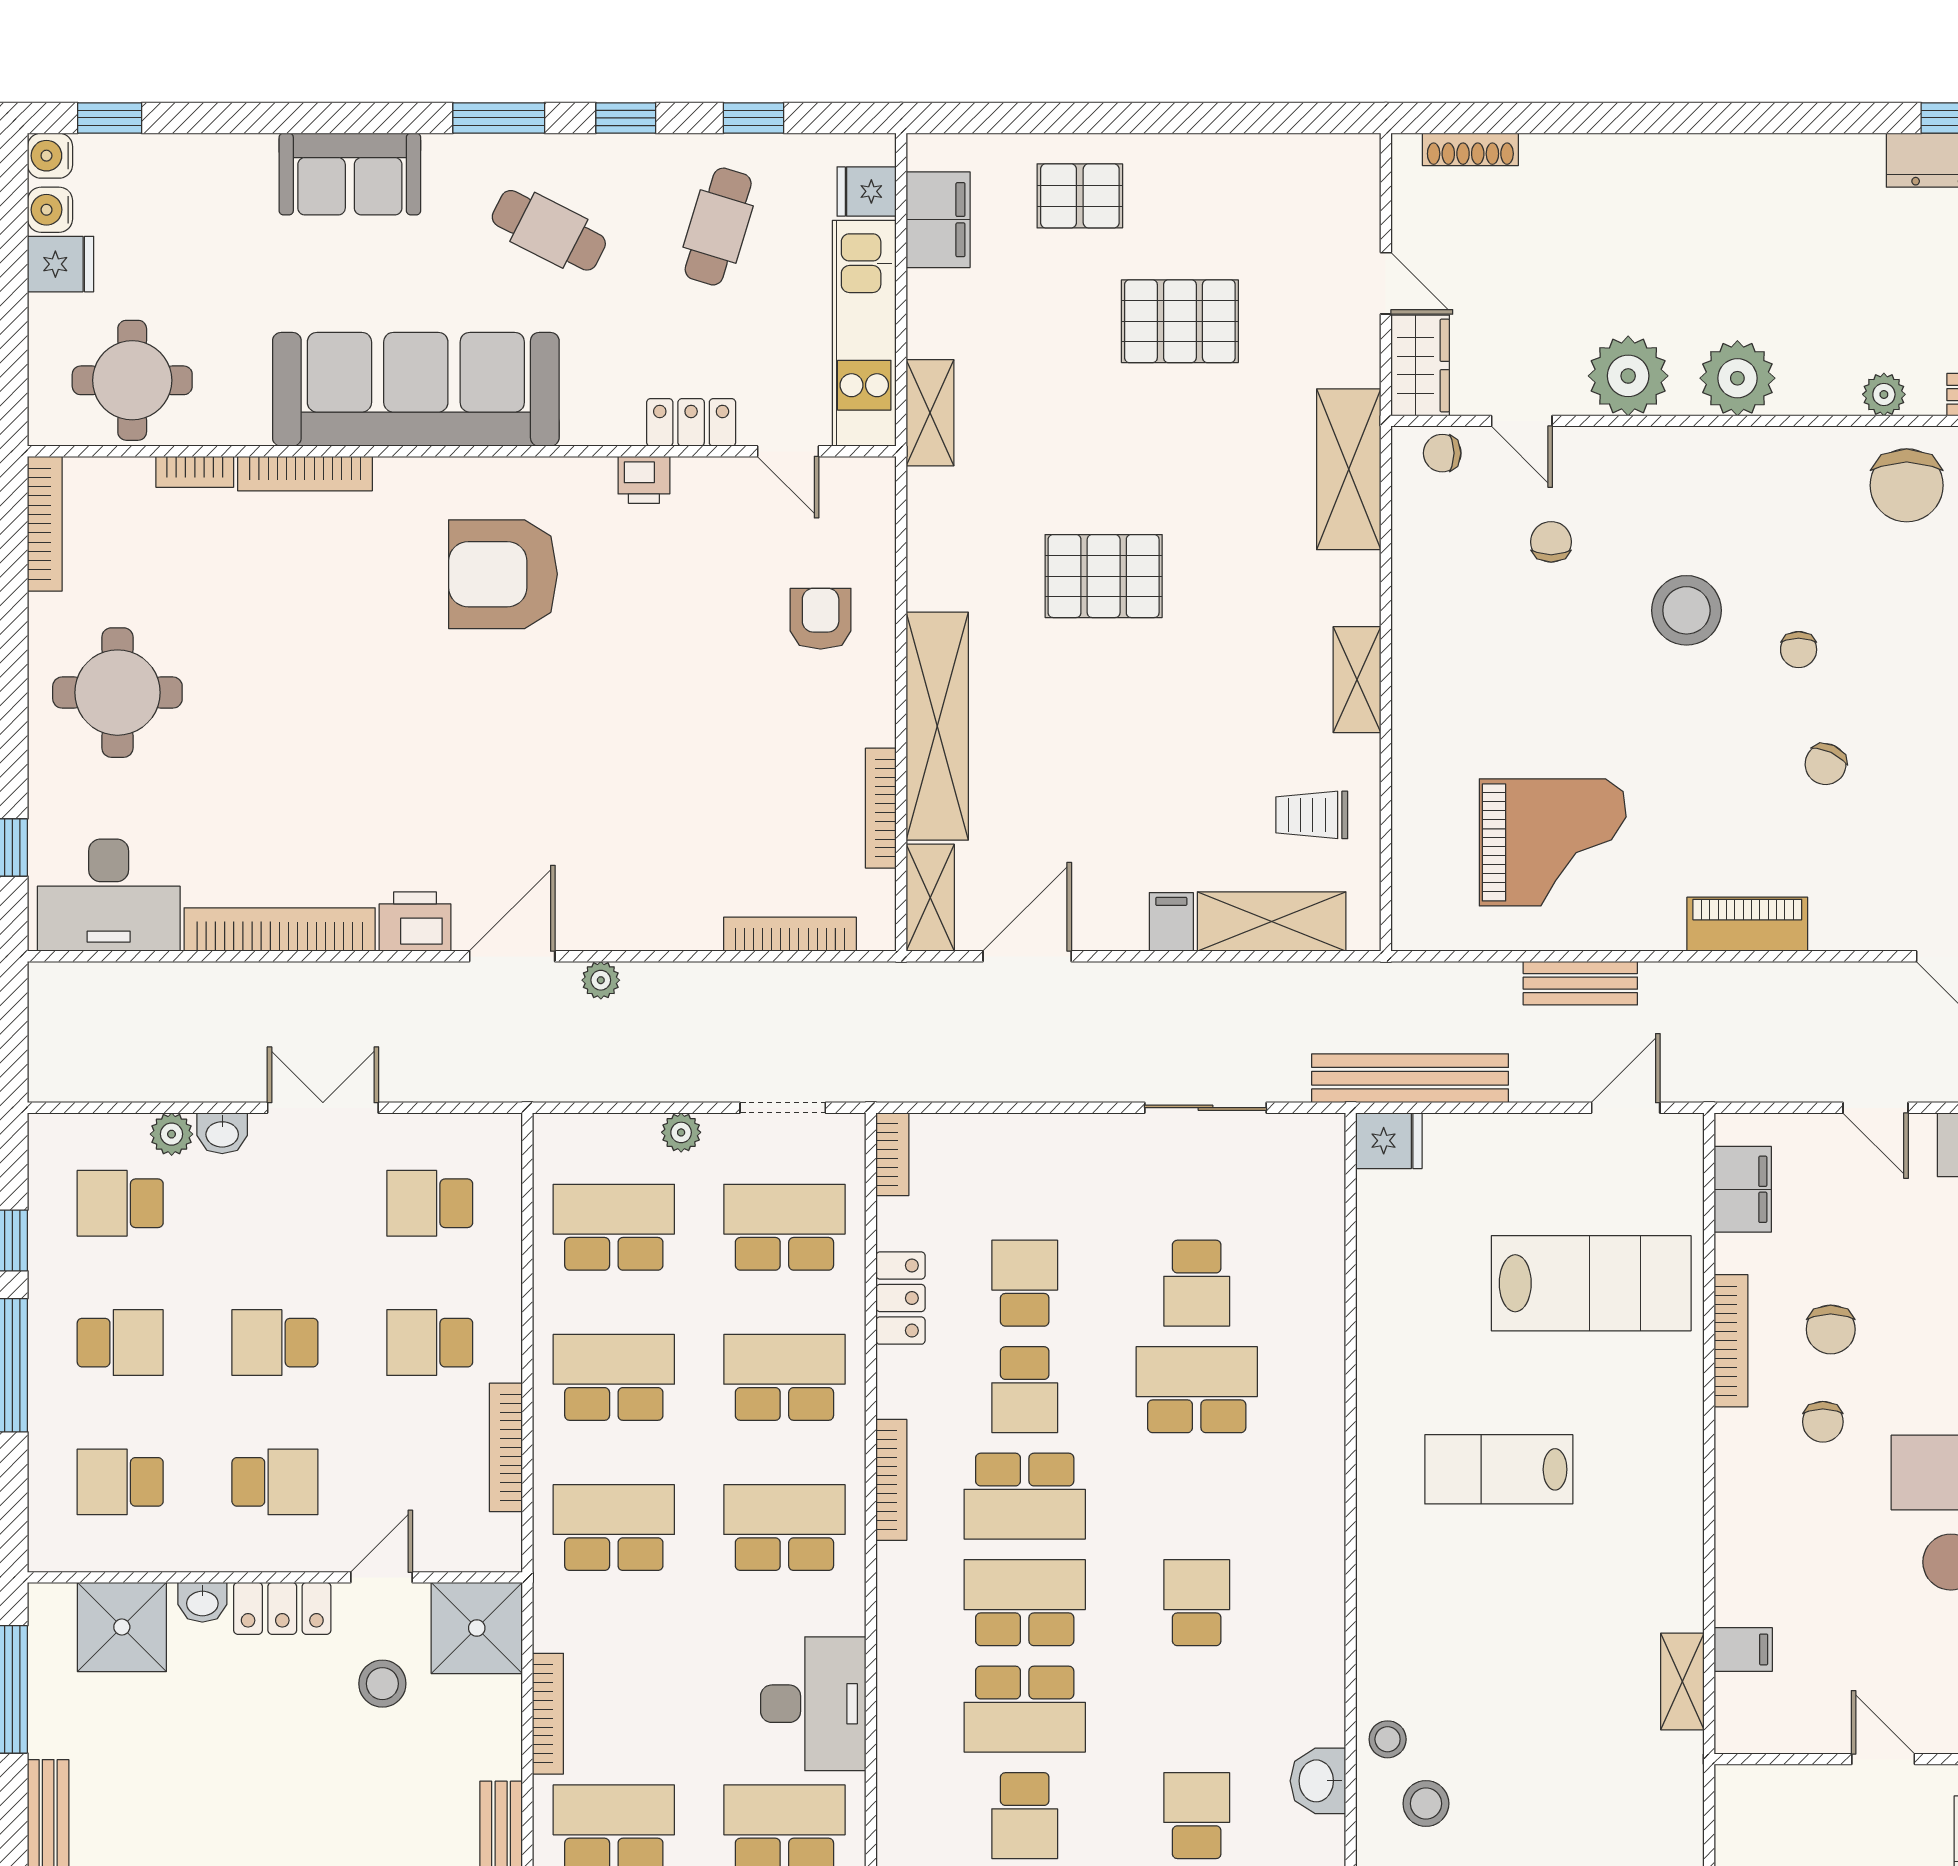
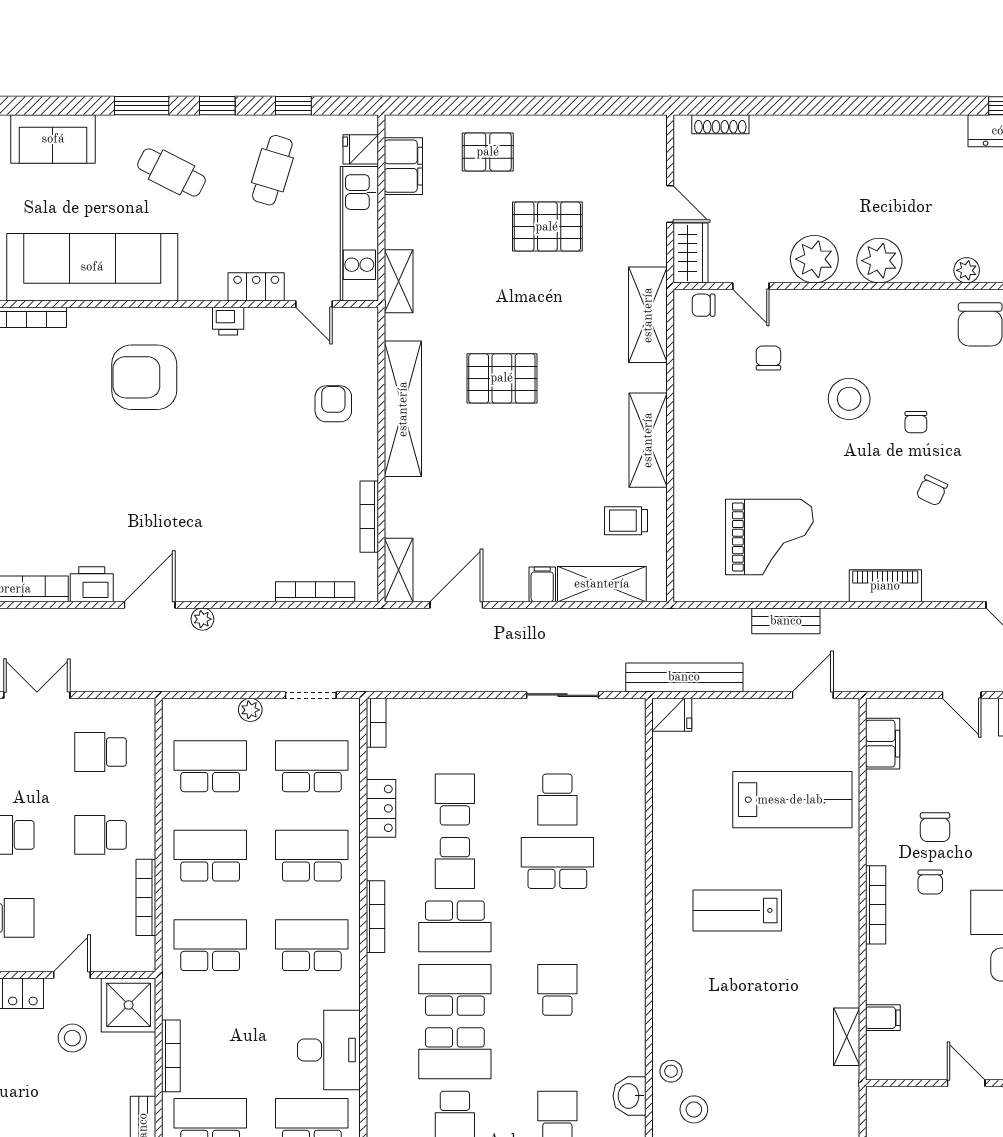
shelving: (1357, 680) -> (648, 440), width x1.50, depth x1.33
shelving: (937, 726) -> (403, 409), moved
bookcase: (1731, 1341) -> (876, 905), moved

